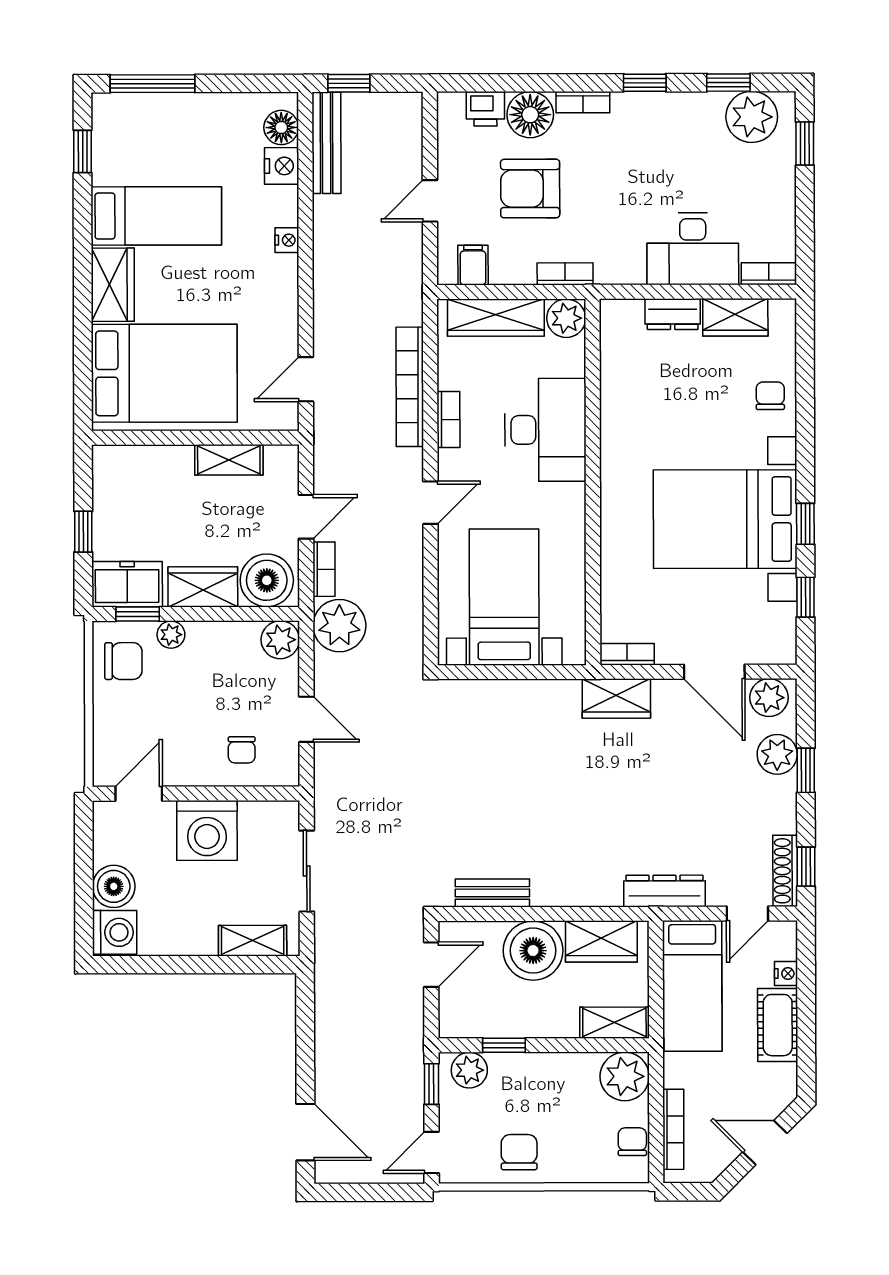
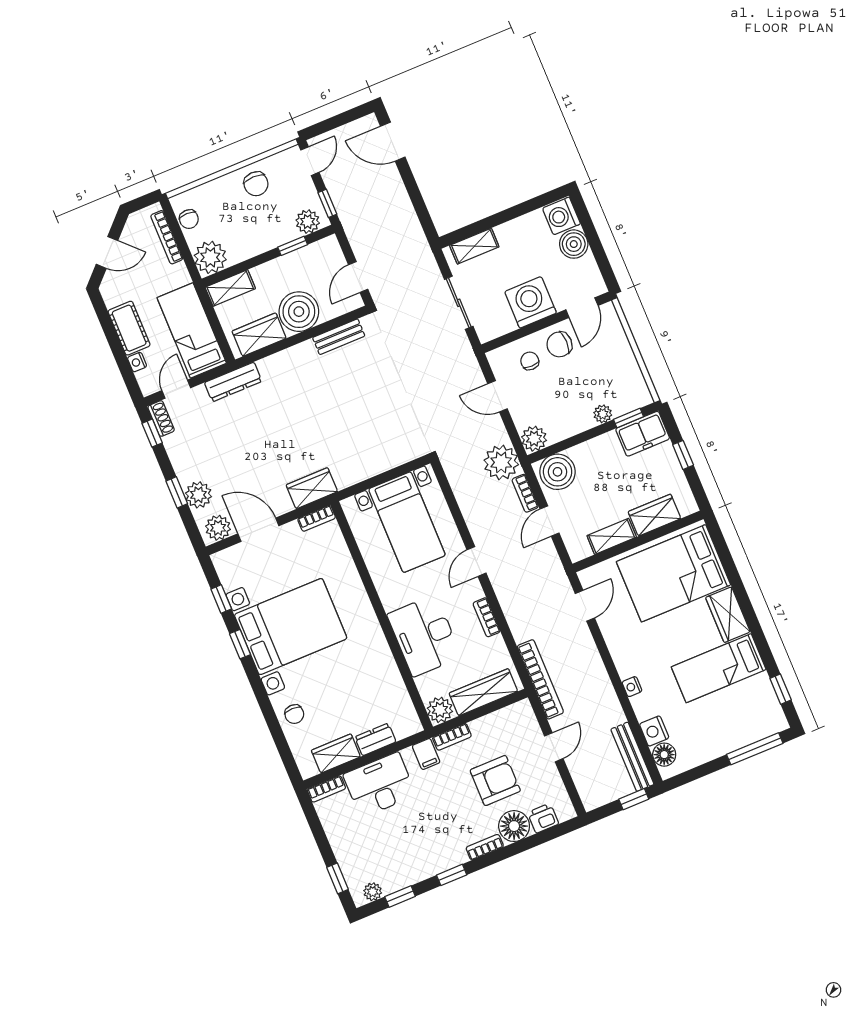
plant: (752, 117) -> (373, 892), width x0.53, depth x0.53
filing cabinet: (473, 265) -> (426, 754), moved
bookcase: (410, 387) -> (540, 679), moved
wardrobe: (203, 587) -> (654, 515), moved, turned 180
chair: (123, 661) -> (559, 344), moved
shoe rack: (785, 871) -> (161, 419), width x0.70

